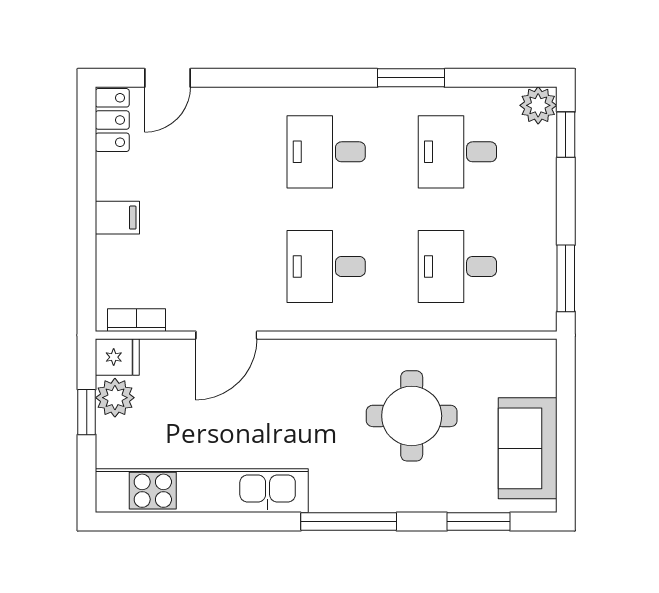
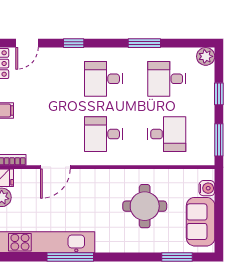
window: (264, 78) -> (74, 43), added
window: (566, 135) -> (219, 94), moved
desk: (457, 266) -> (167, 134), turned 180
water cooler: (541, 379) -> (207, 188), added
window: (349, 522) -> (70, 257), moved

